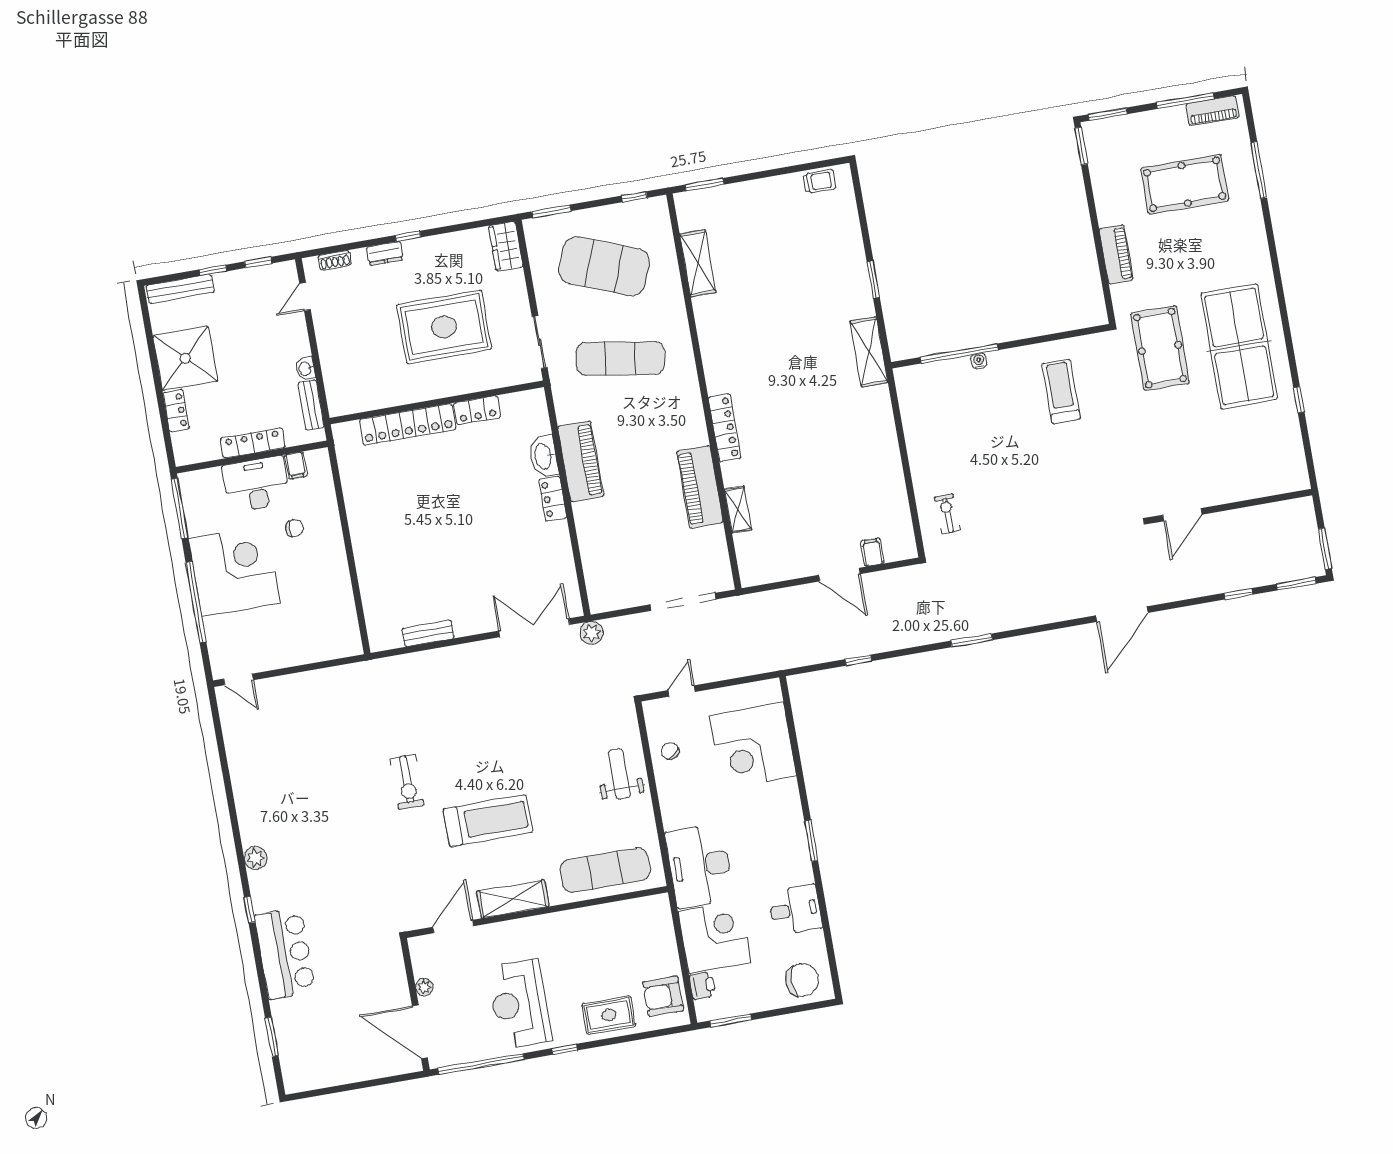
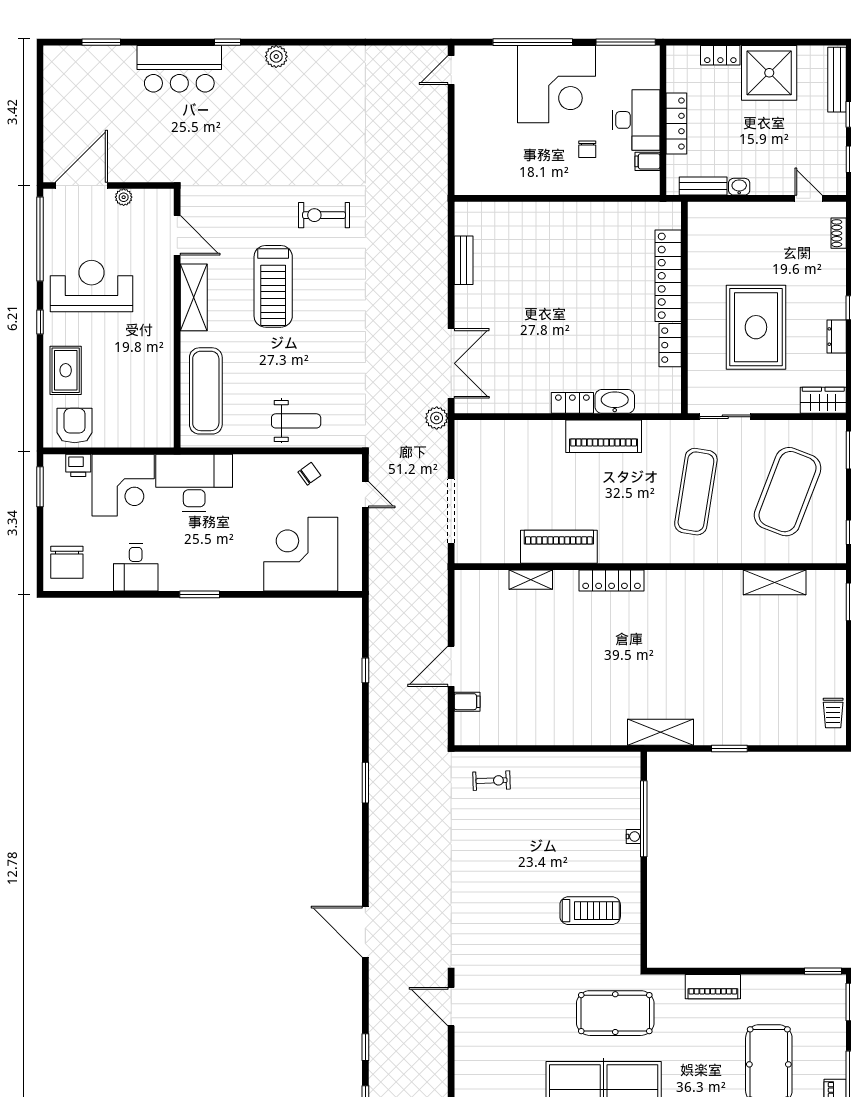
dresser: (385, 253) -> (837, 337), moved

